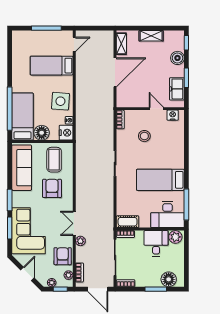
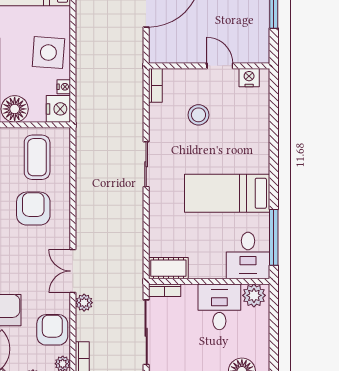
freezer: (177, 89) -> (257, 31), removed
desk: (168, 215) -> (248, 256), width x0.73

